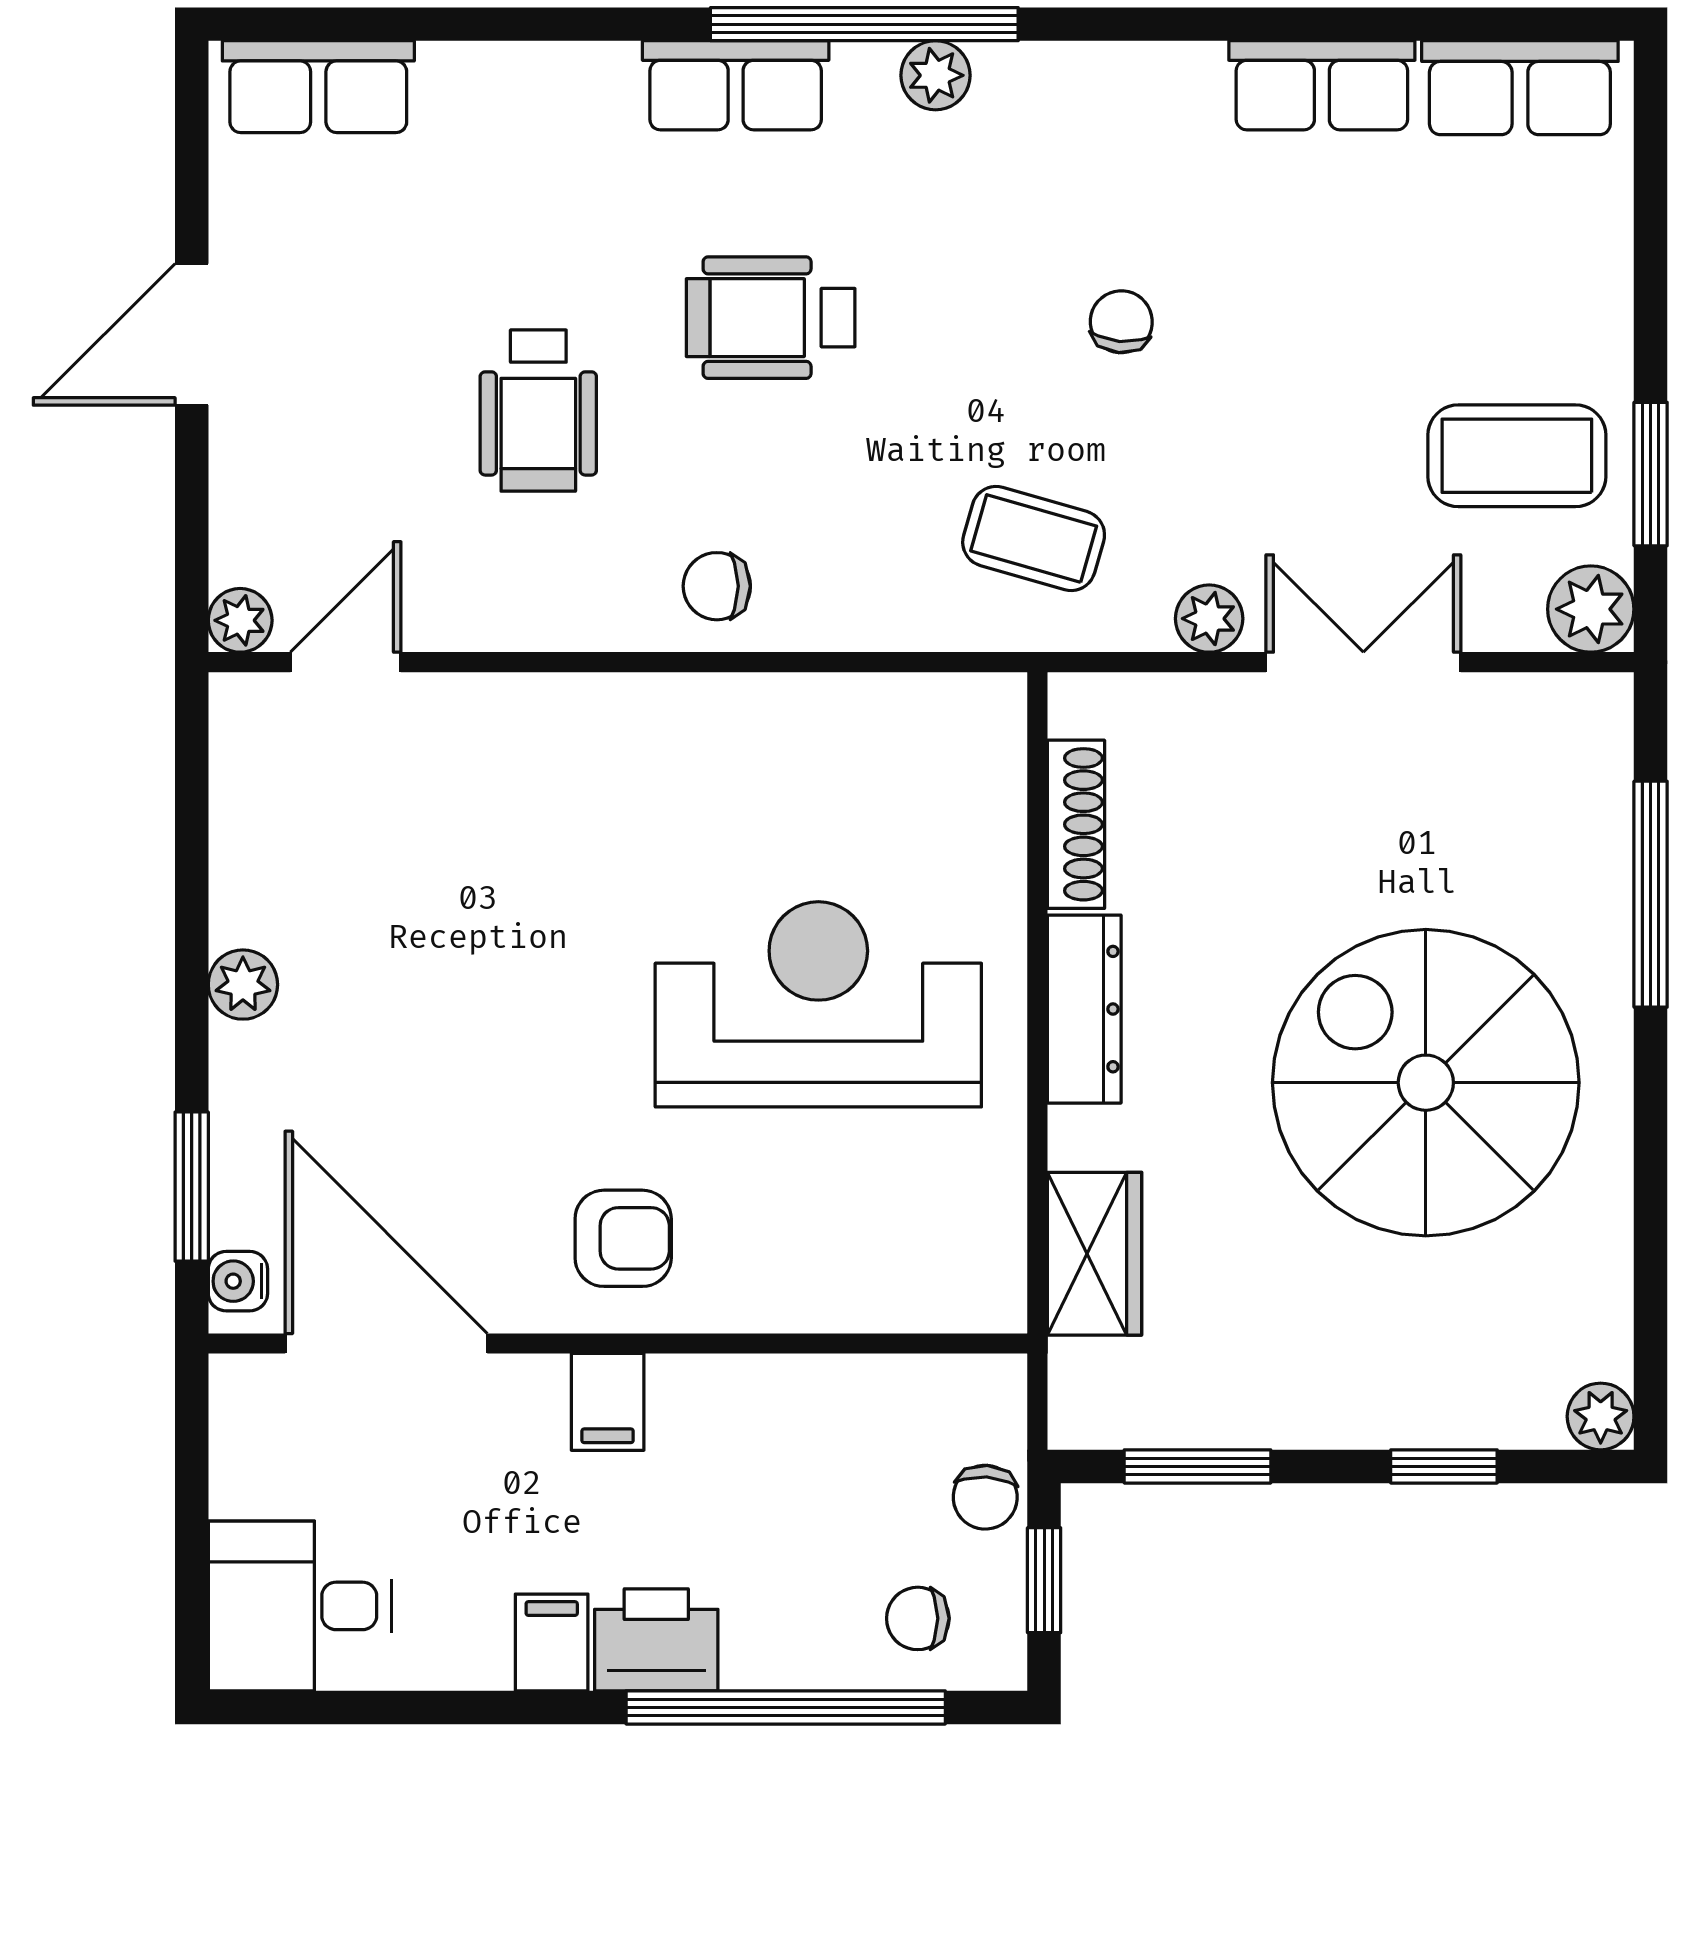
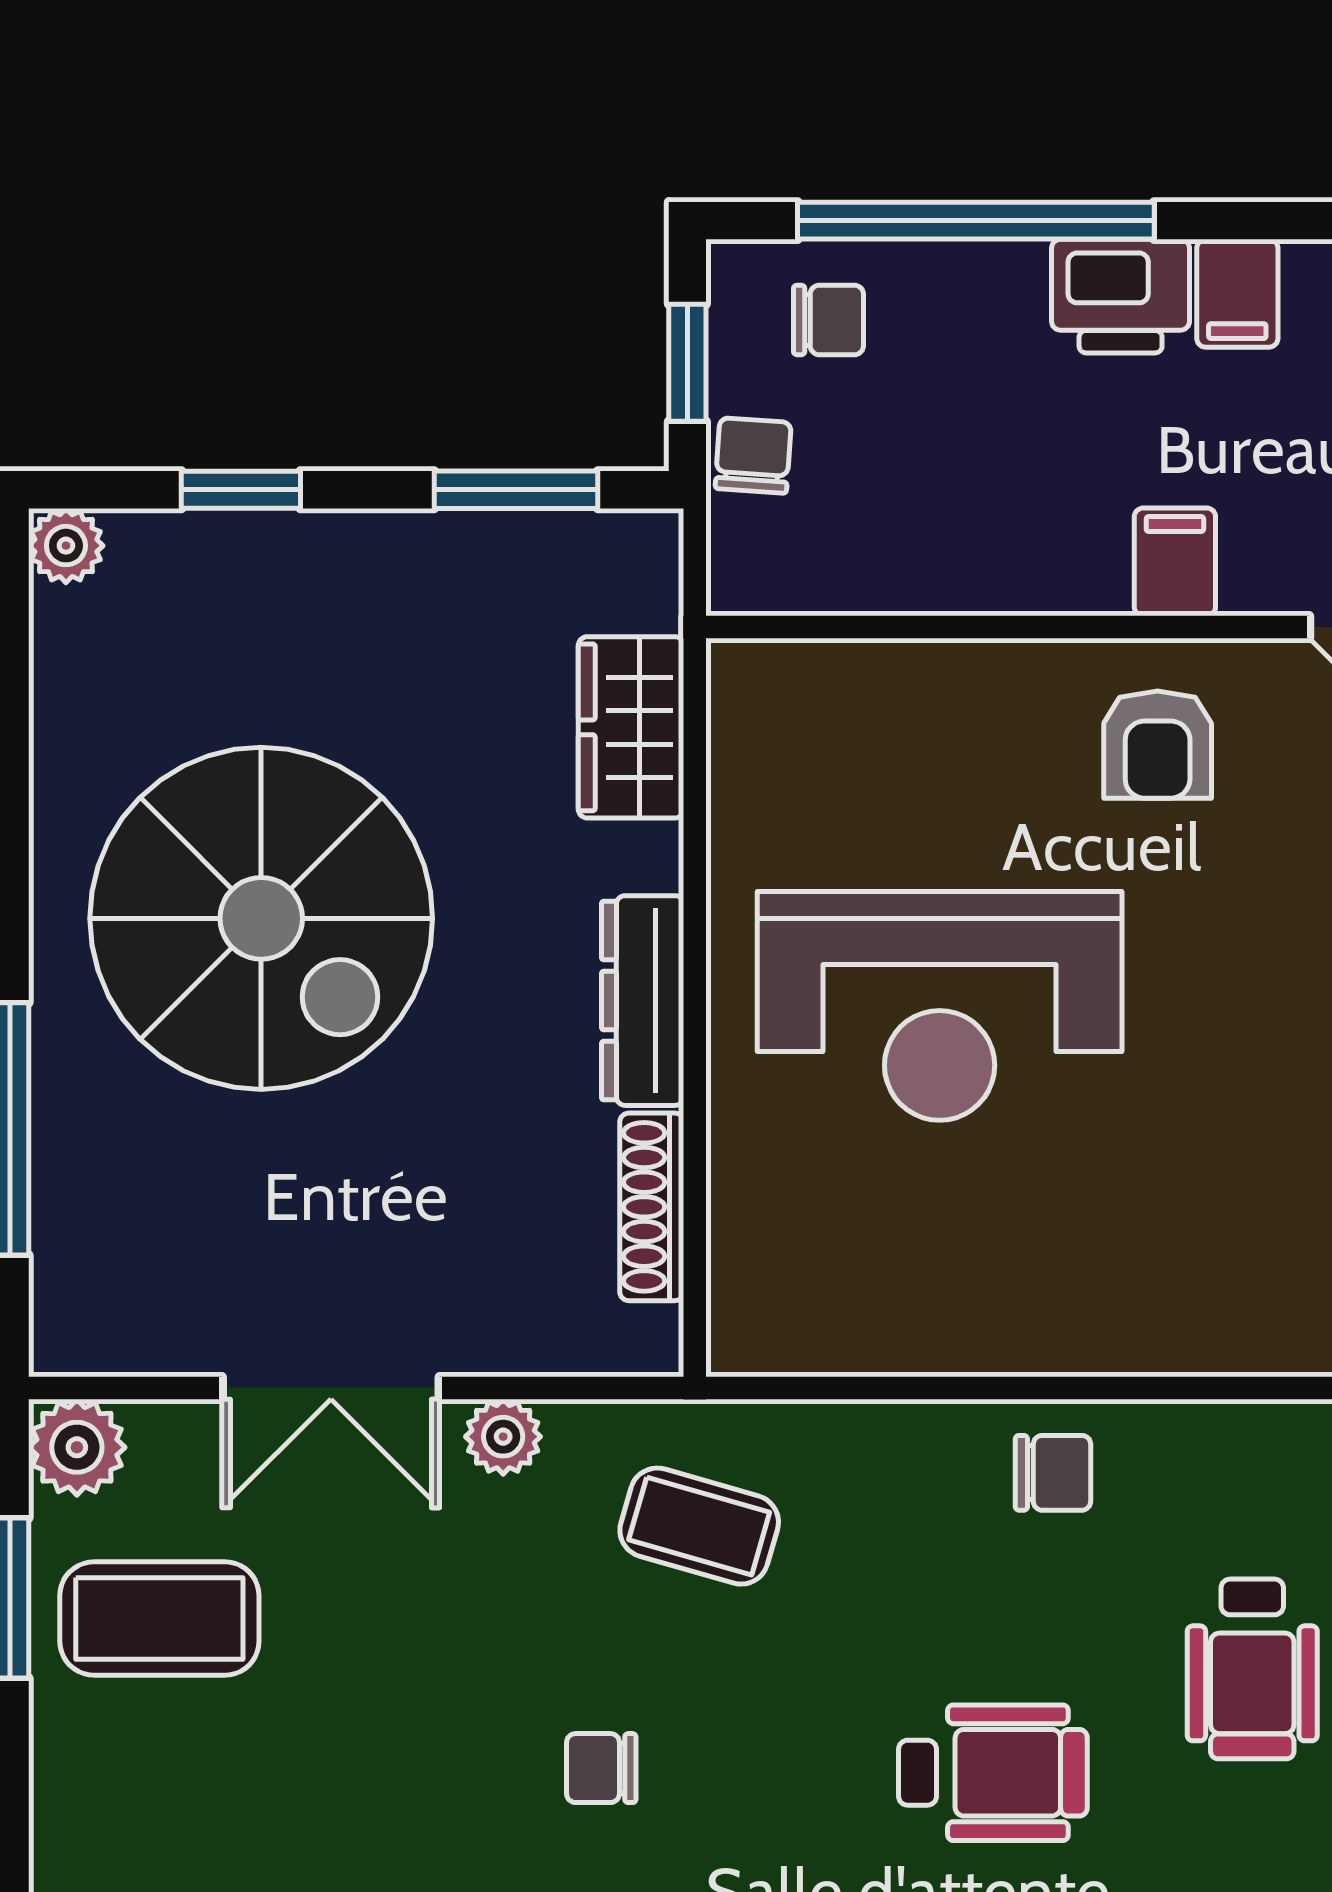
chair: (1121, 322) -> (601, 1768), turned 85
wheelchair: (538, 411) -> (1252, 1669), turned 180
armchair: (623, 1238) -> (1158, 745), turned -90

